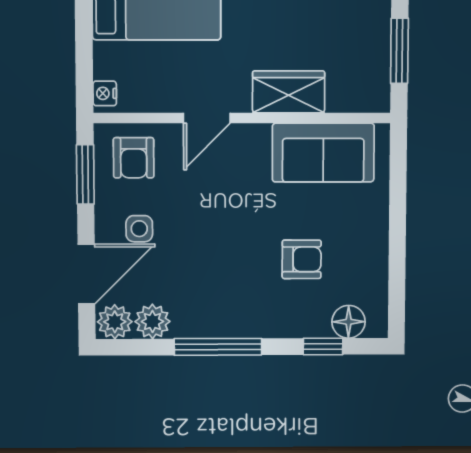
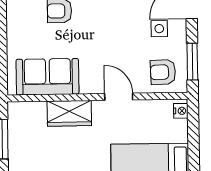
door: (207, 118) -> (119, 97), hinge flipped
armchair: (134, 158) -> (163, 72), turned -92

